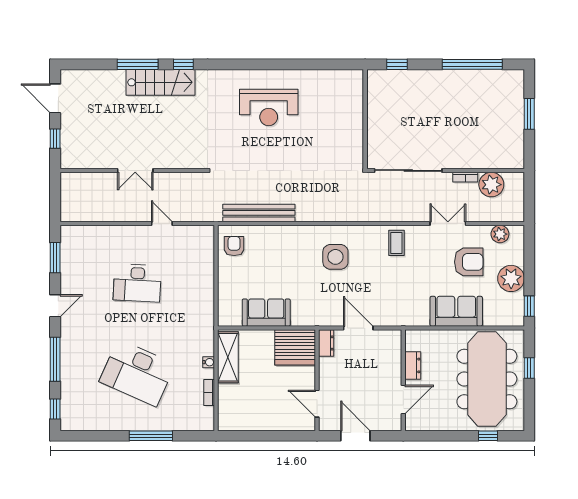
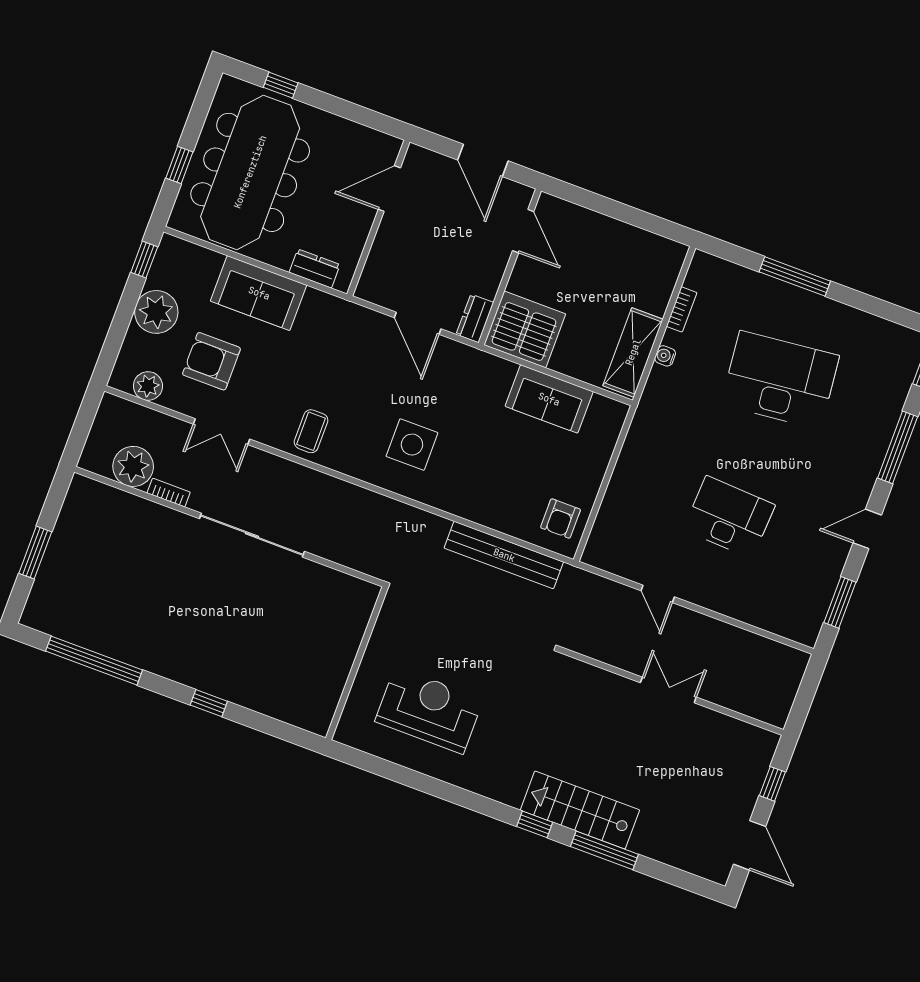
wall: (365, 119) -> (357, 663), moved
dresser: (413, 365) -> (315, 268), moved, turned 90
desk: (137, 373) -> (780, 380), turned -30

